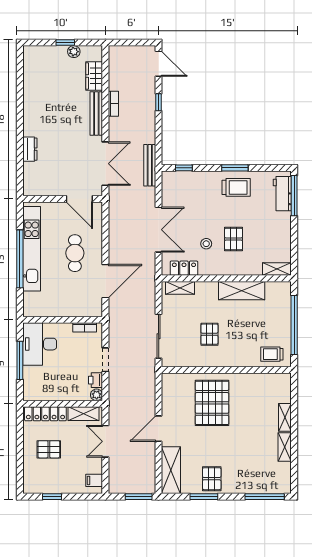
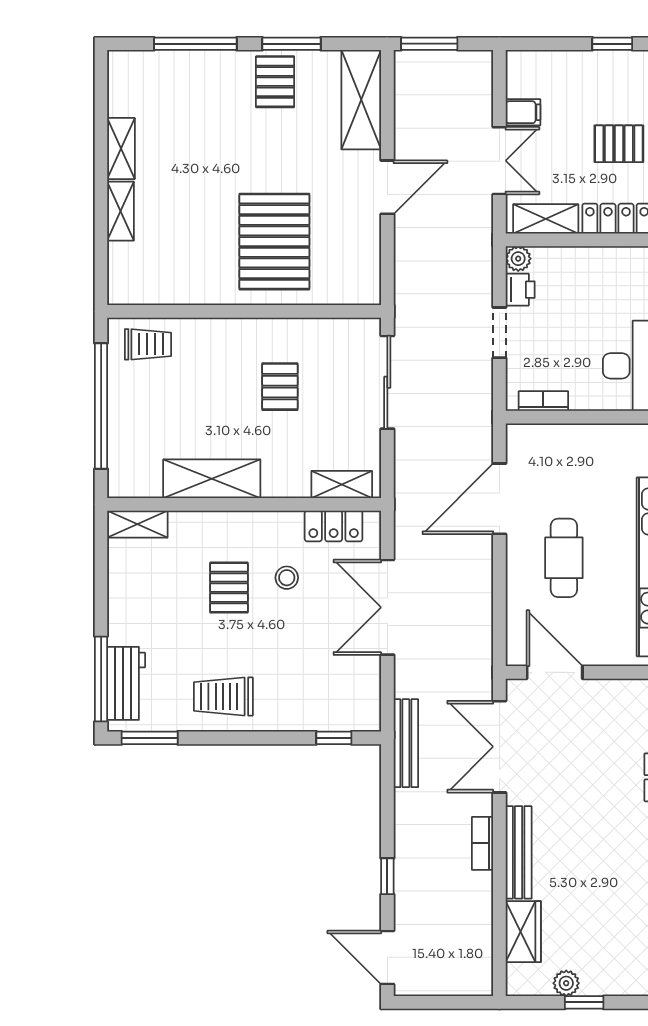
bookcase: (113, 104) -> (483, 843), moved
window: (235, 168) -> (150, 738), moved
filing cabinet: (94, 480) -> (523, 112), moved
window: (265, 497) -> (195, 44), moved

